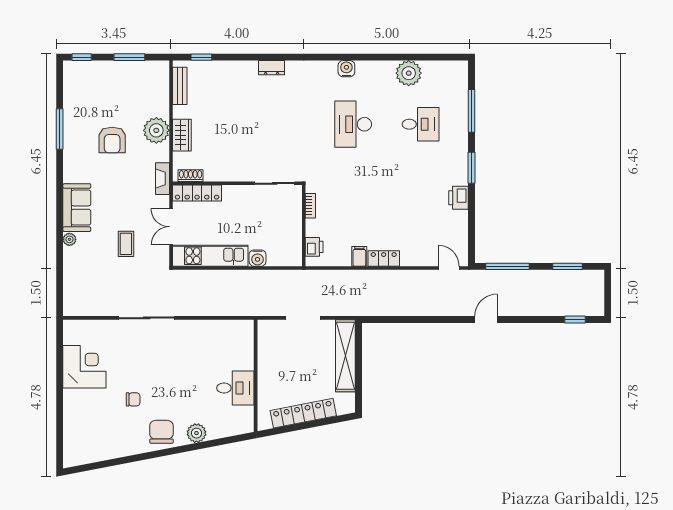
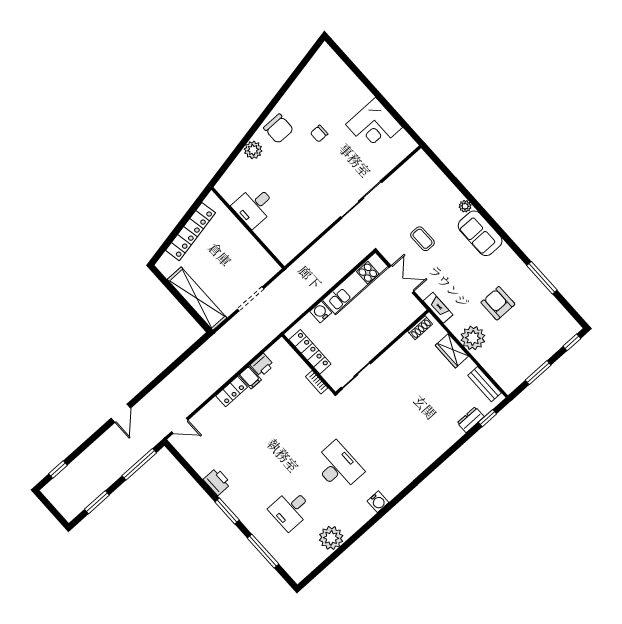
dresser: (272, 68) -> (471, 420), moved
locker: (197, 193) -> (310, 352), moved, turned 90
printer: (314, 247) -> (262, 365), moved, turned -90

